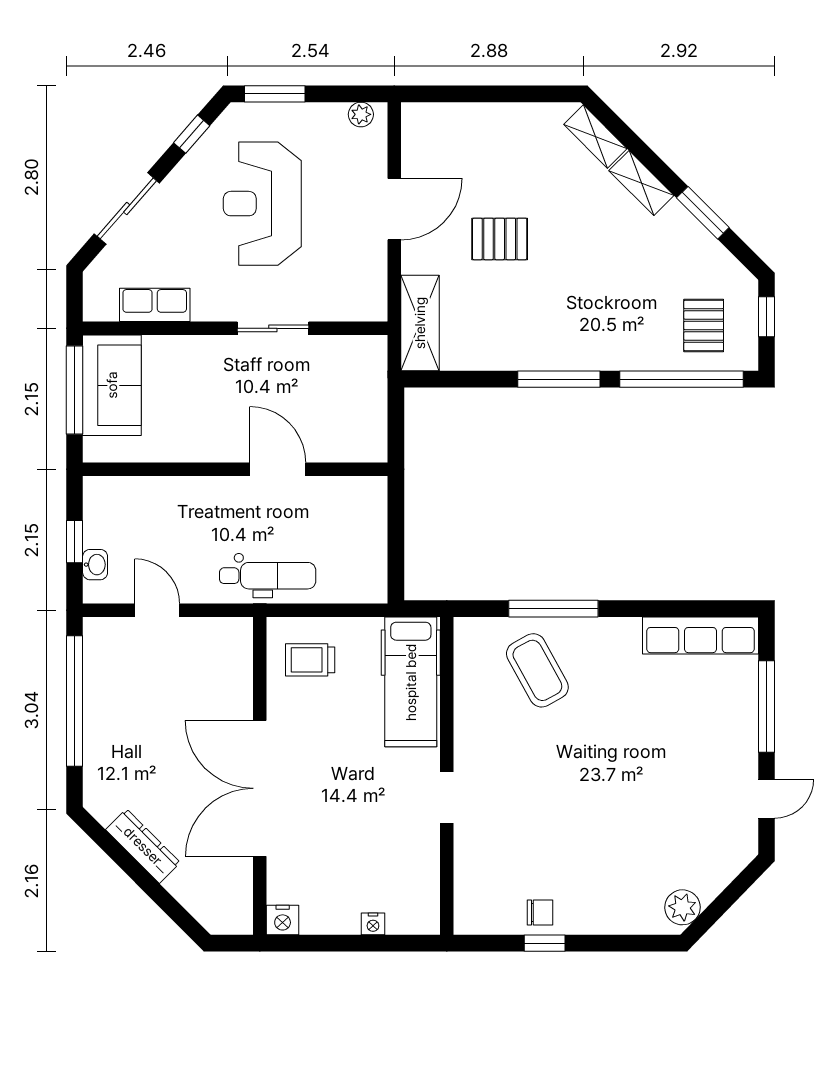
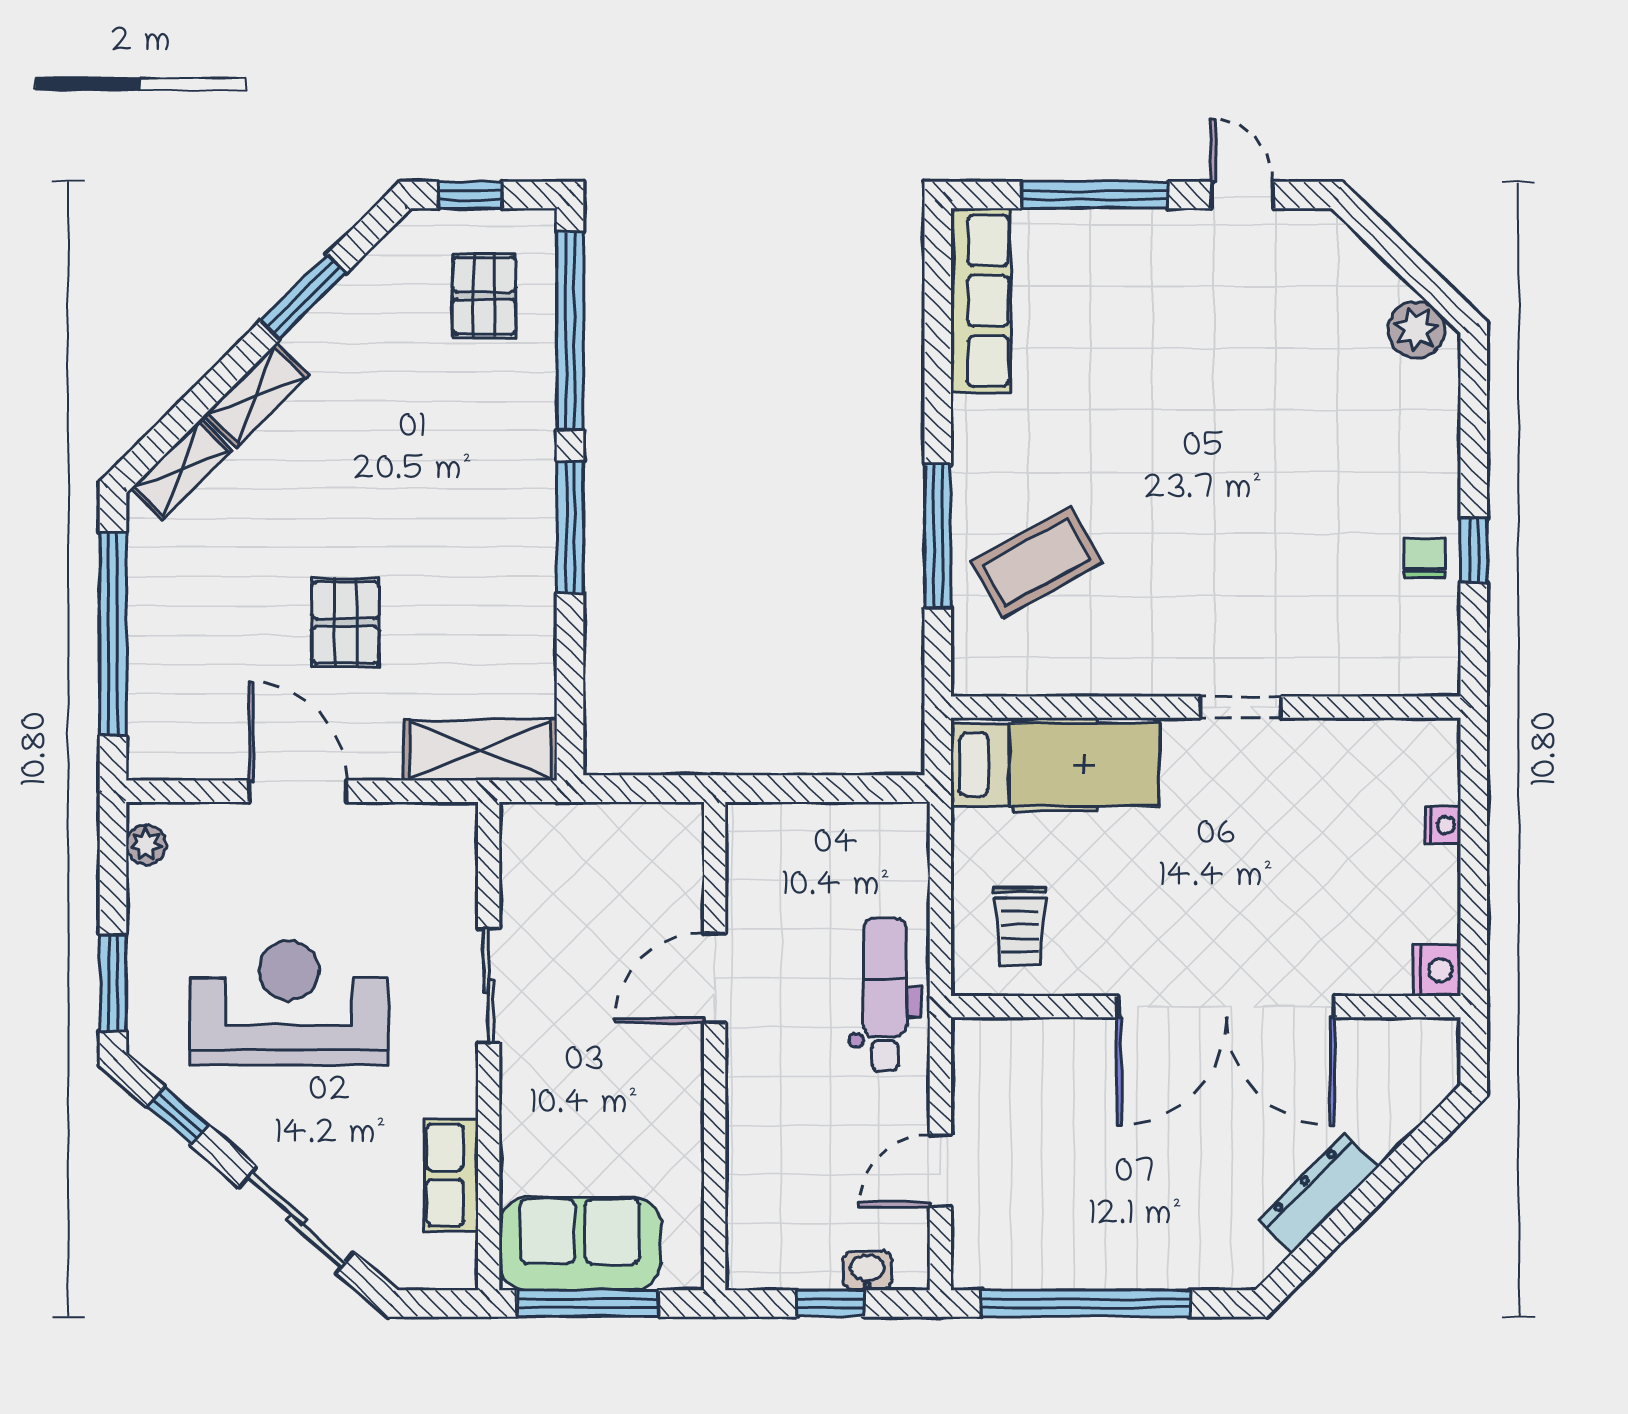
window: (493, 94) -> (113, 634), added
reception desk: (262, 204) -> (289, 1003), turned 180
pallet: (704, 325) -> (484, 296), turned 90

